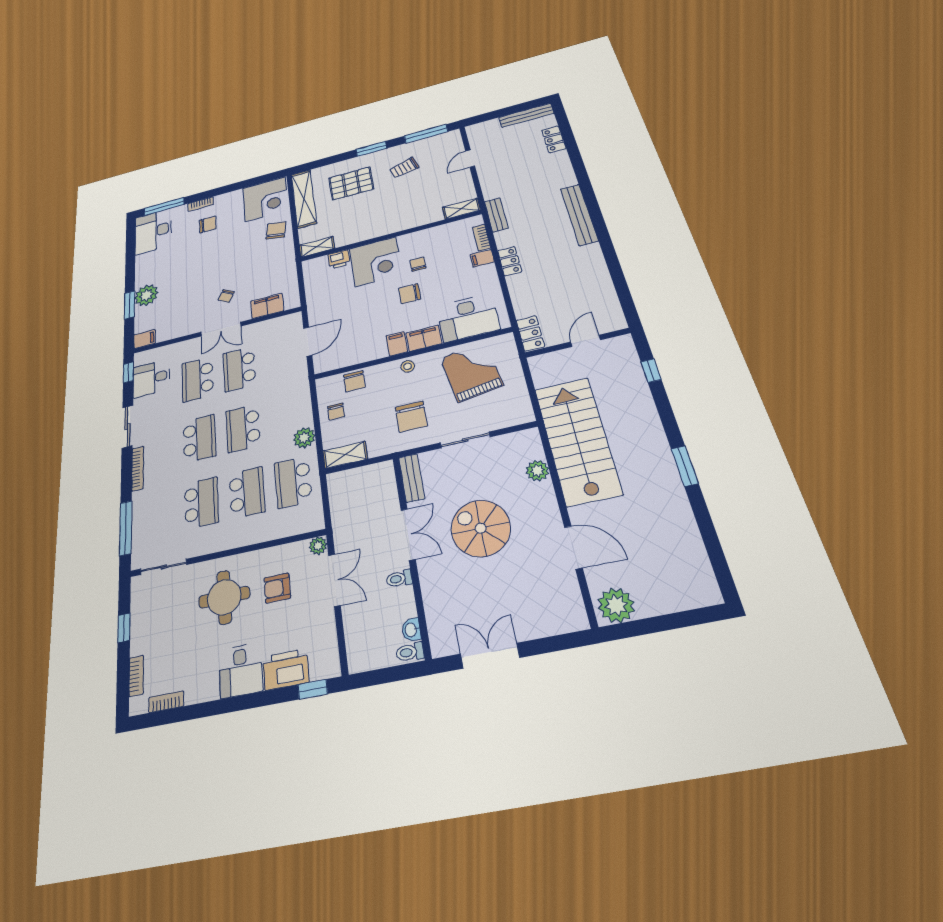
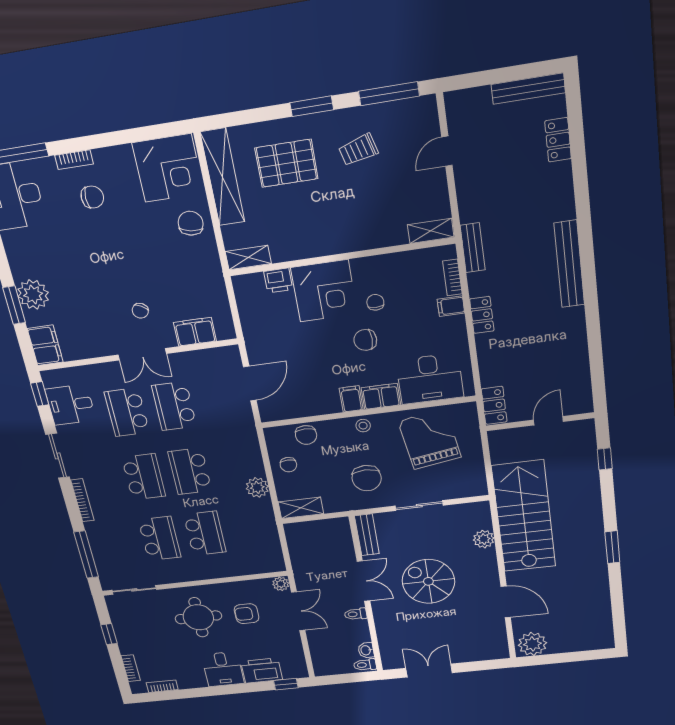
filing cabinet: (144, 339) -> (45, 345), width x2.00
school desk: (293, 482) -> (251, 528), removed

